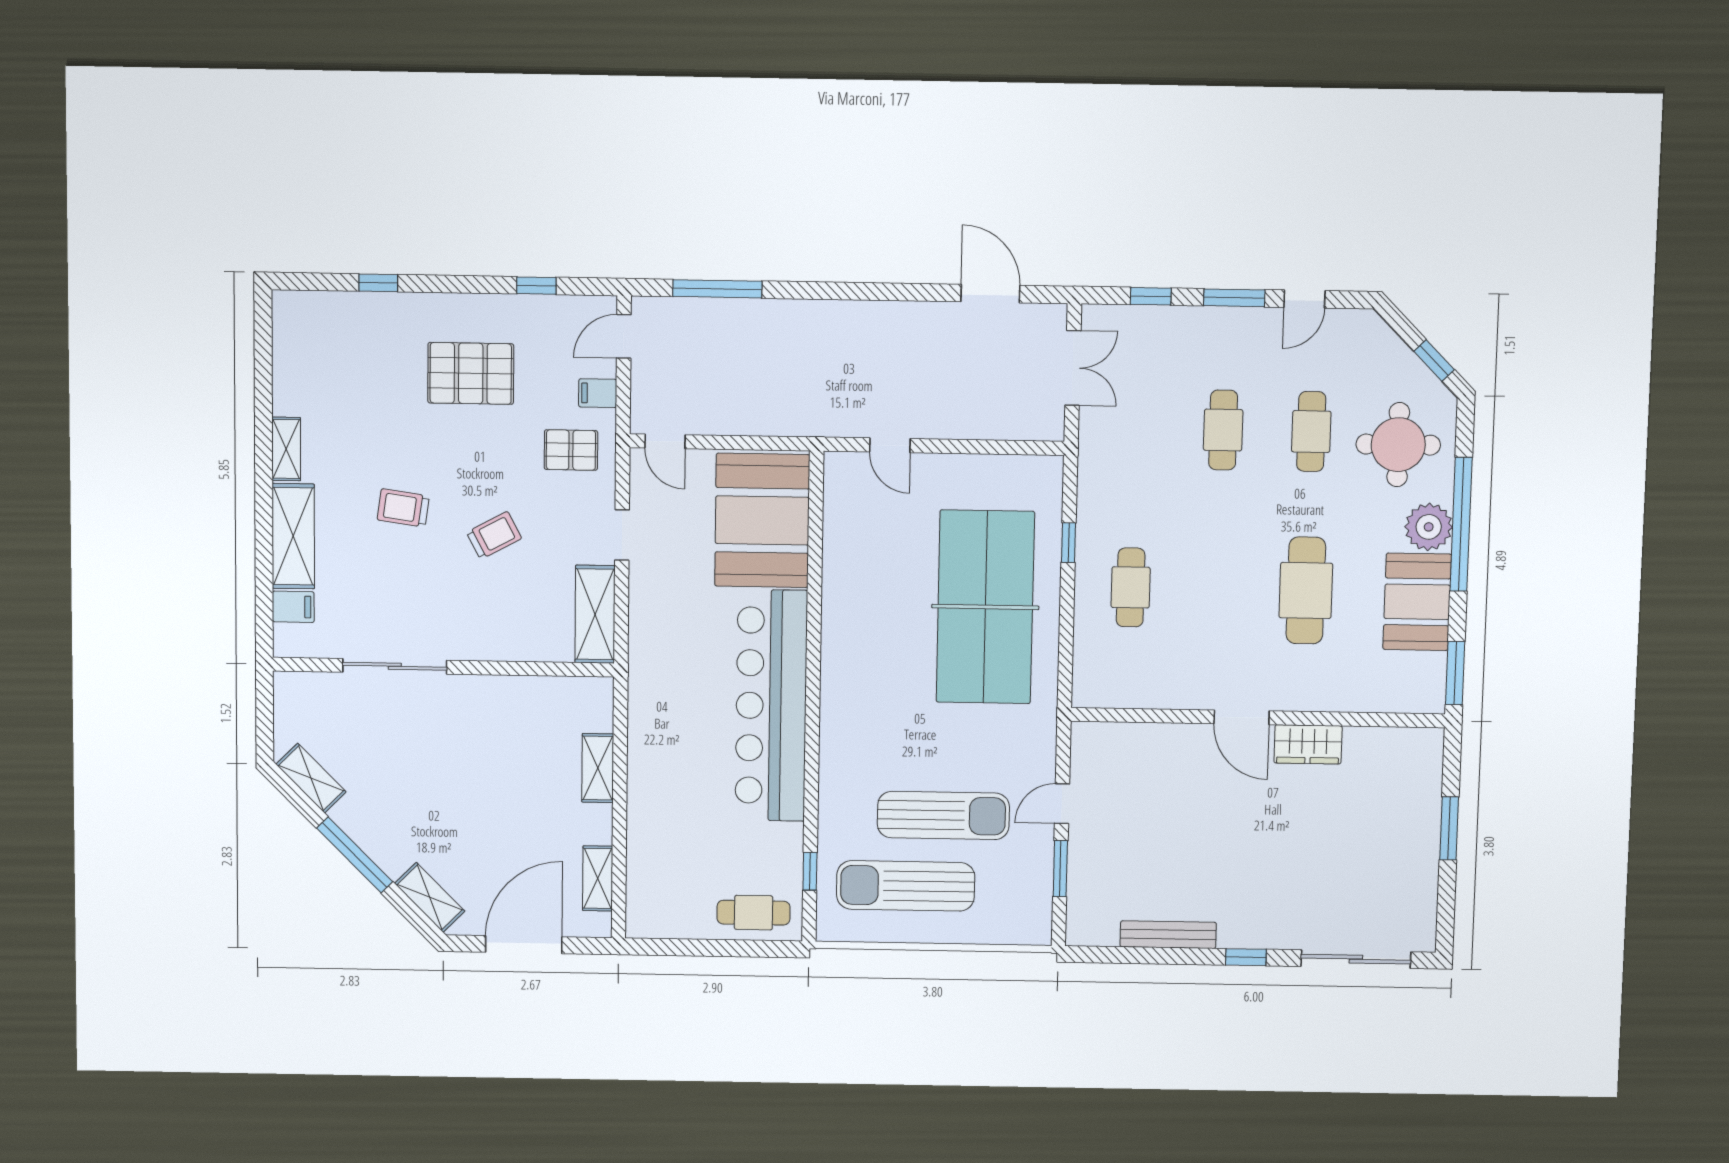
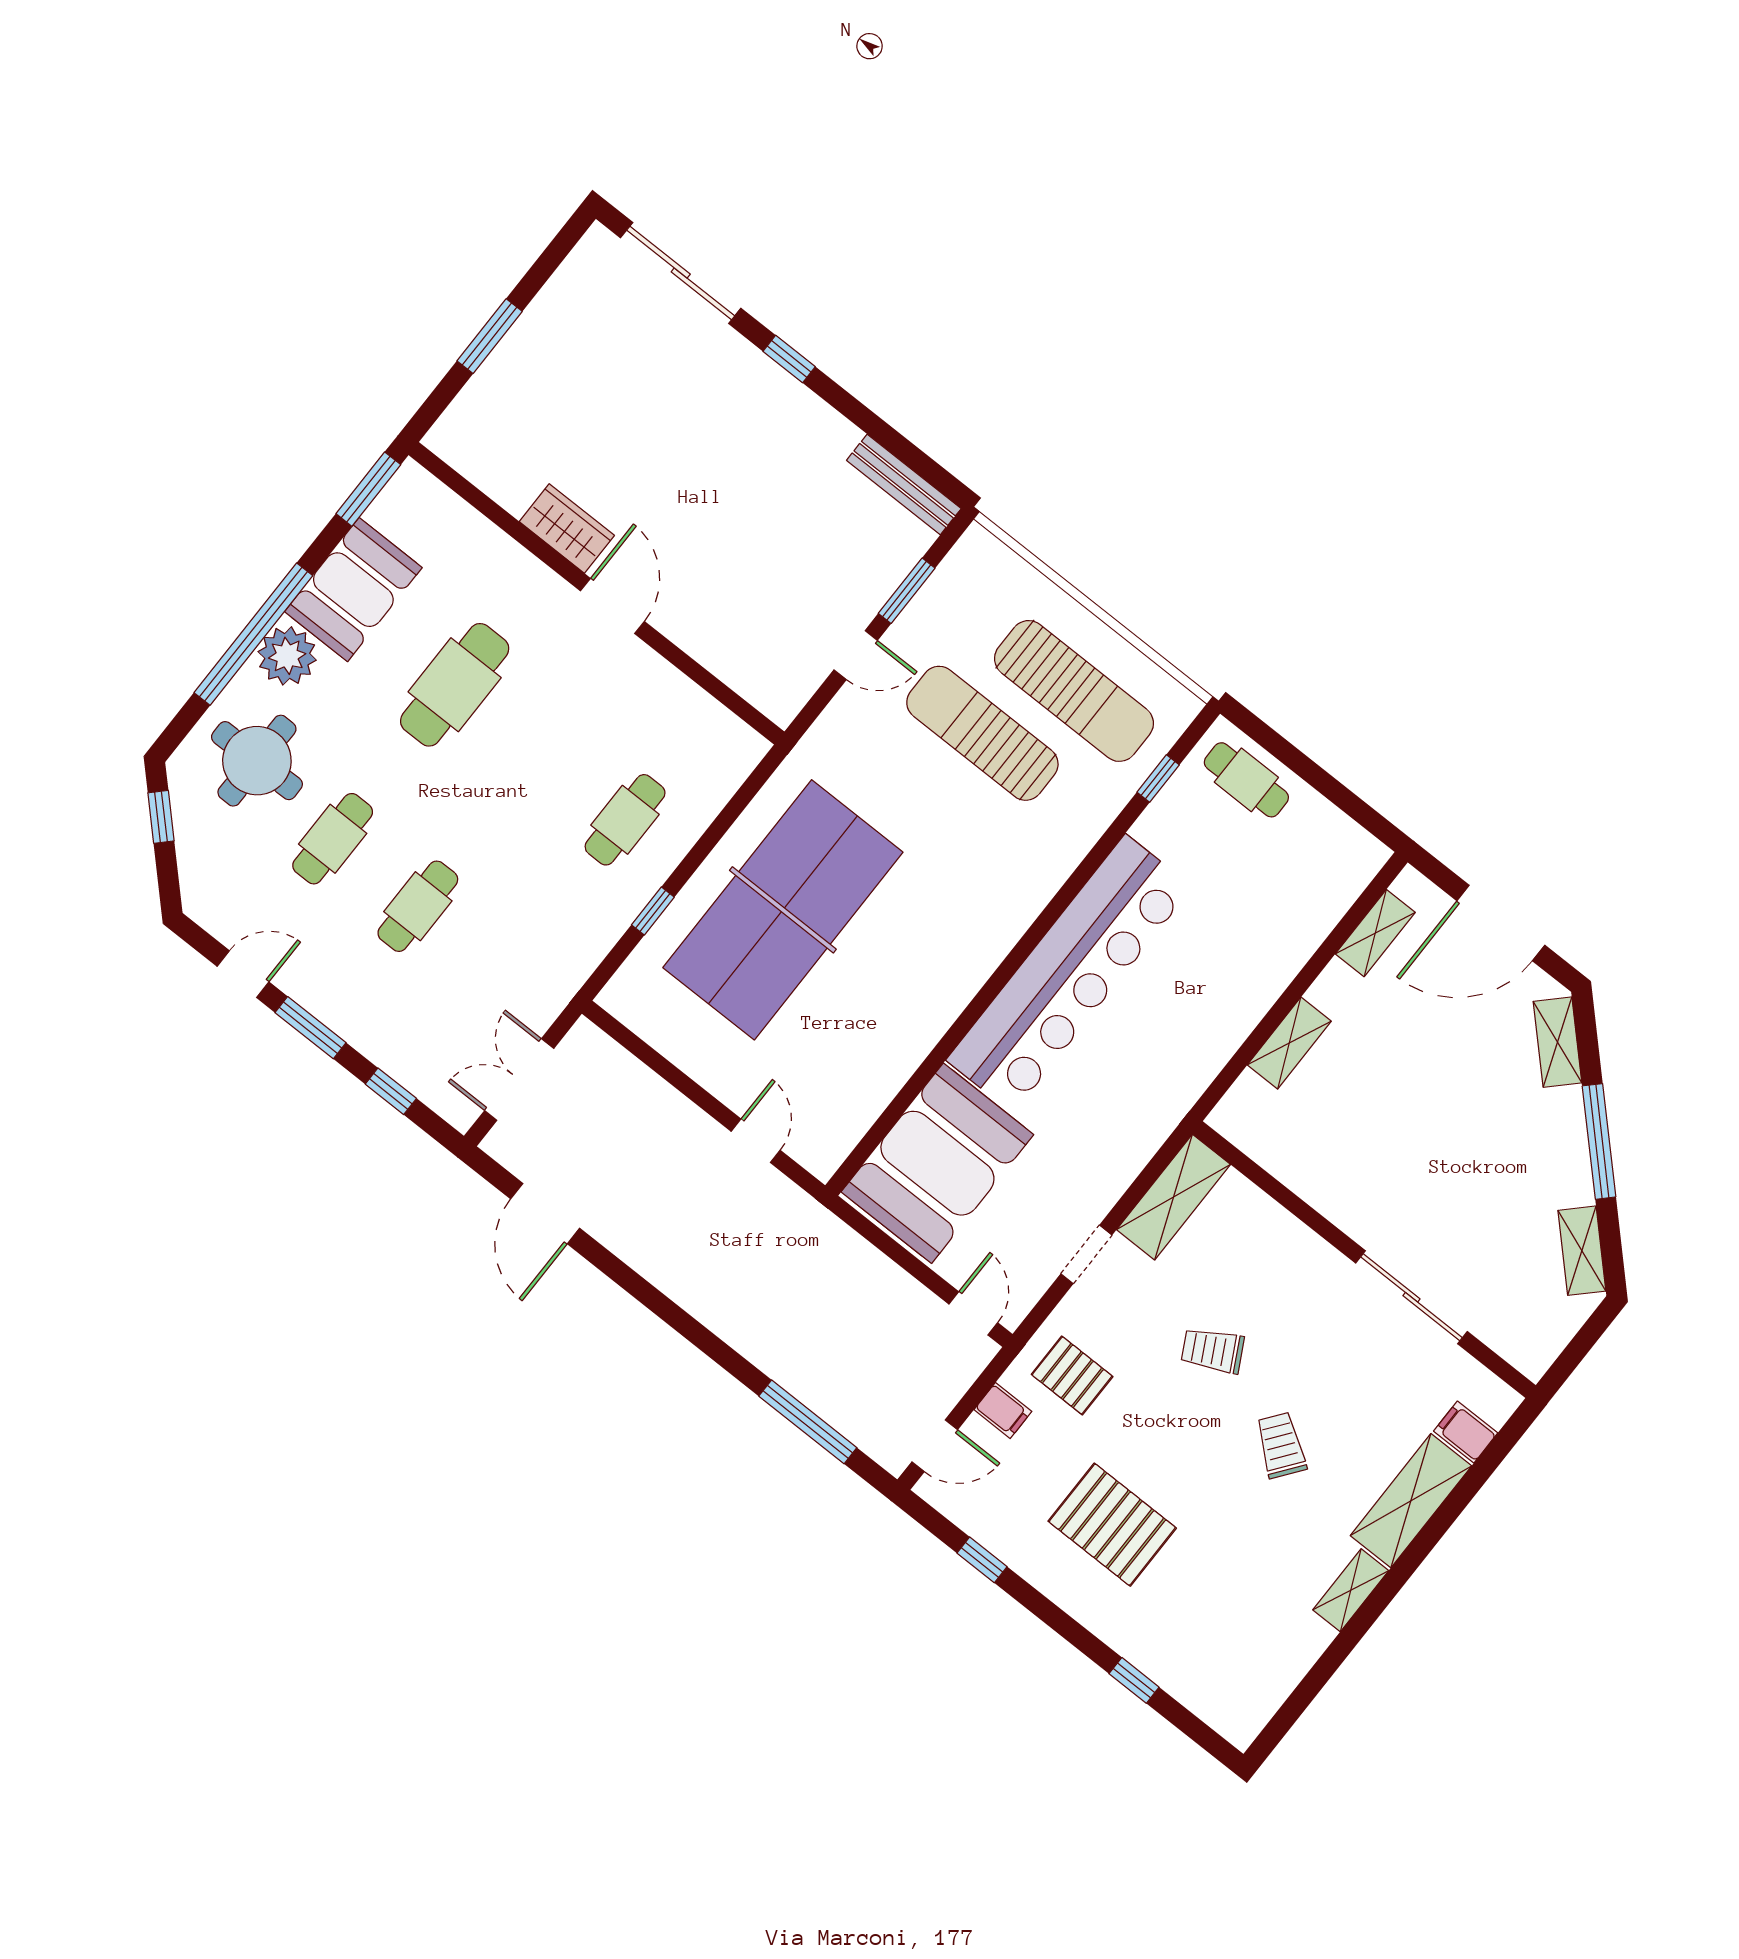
trolley: (403, 508) -> (1281, 1445), turned -151
bench: (1168, 935) -> (904, 484), moved

